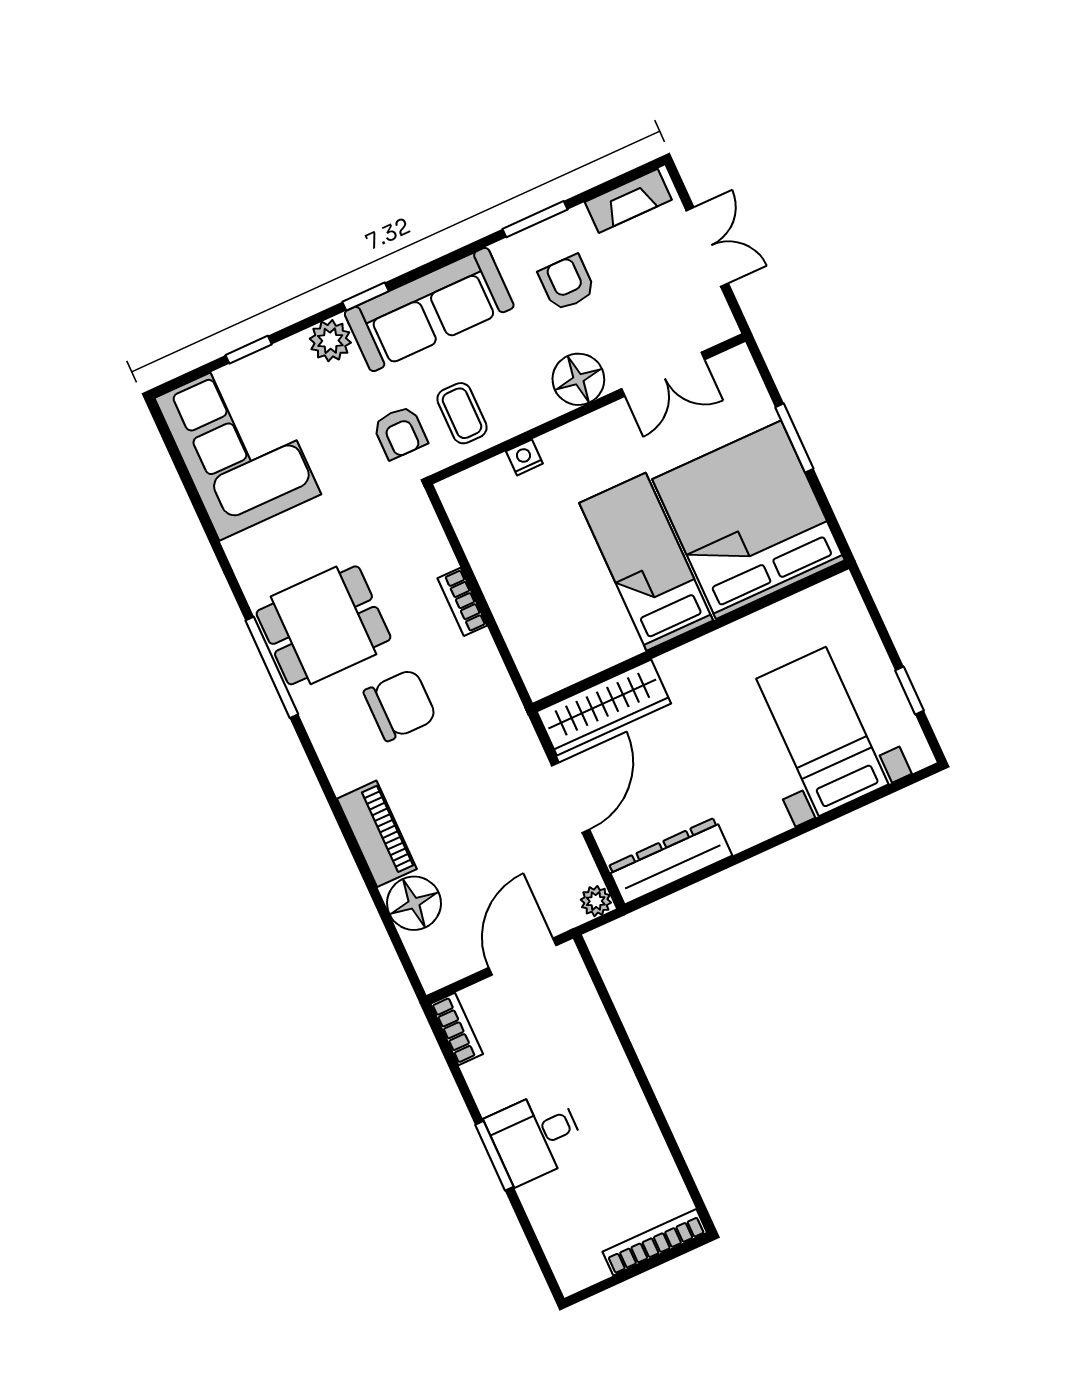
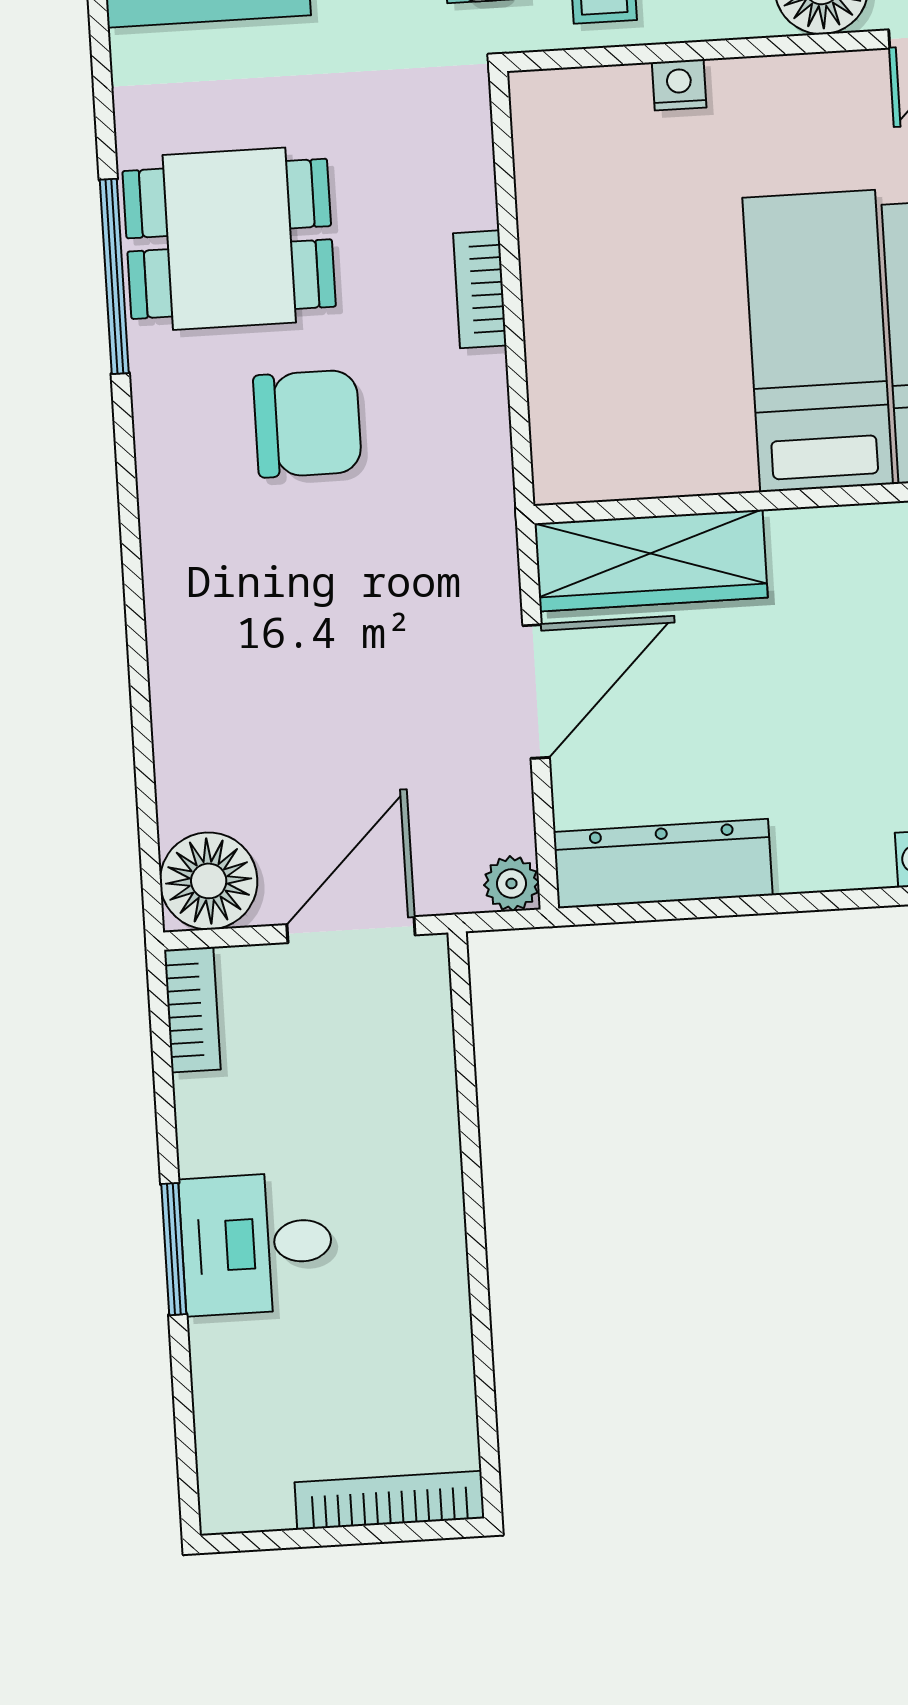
piano: (377, 834) -> (184, 627), removed
floor lamp: (414, 903) -> (209, 881), moved

